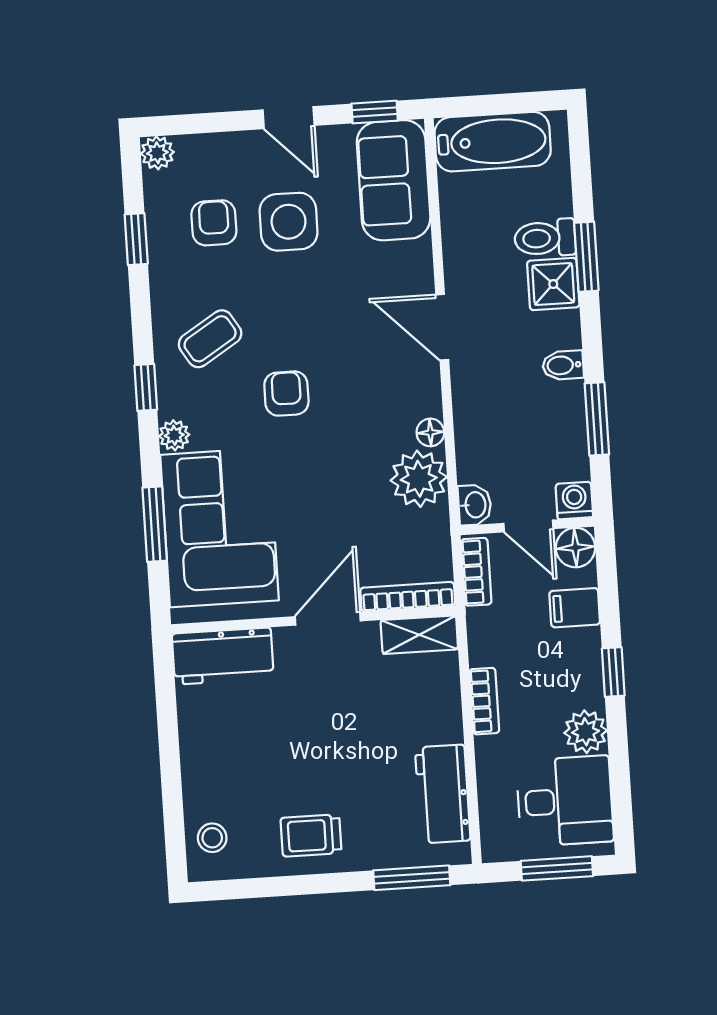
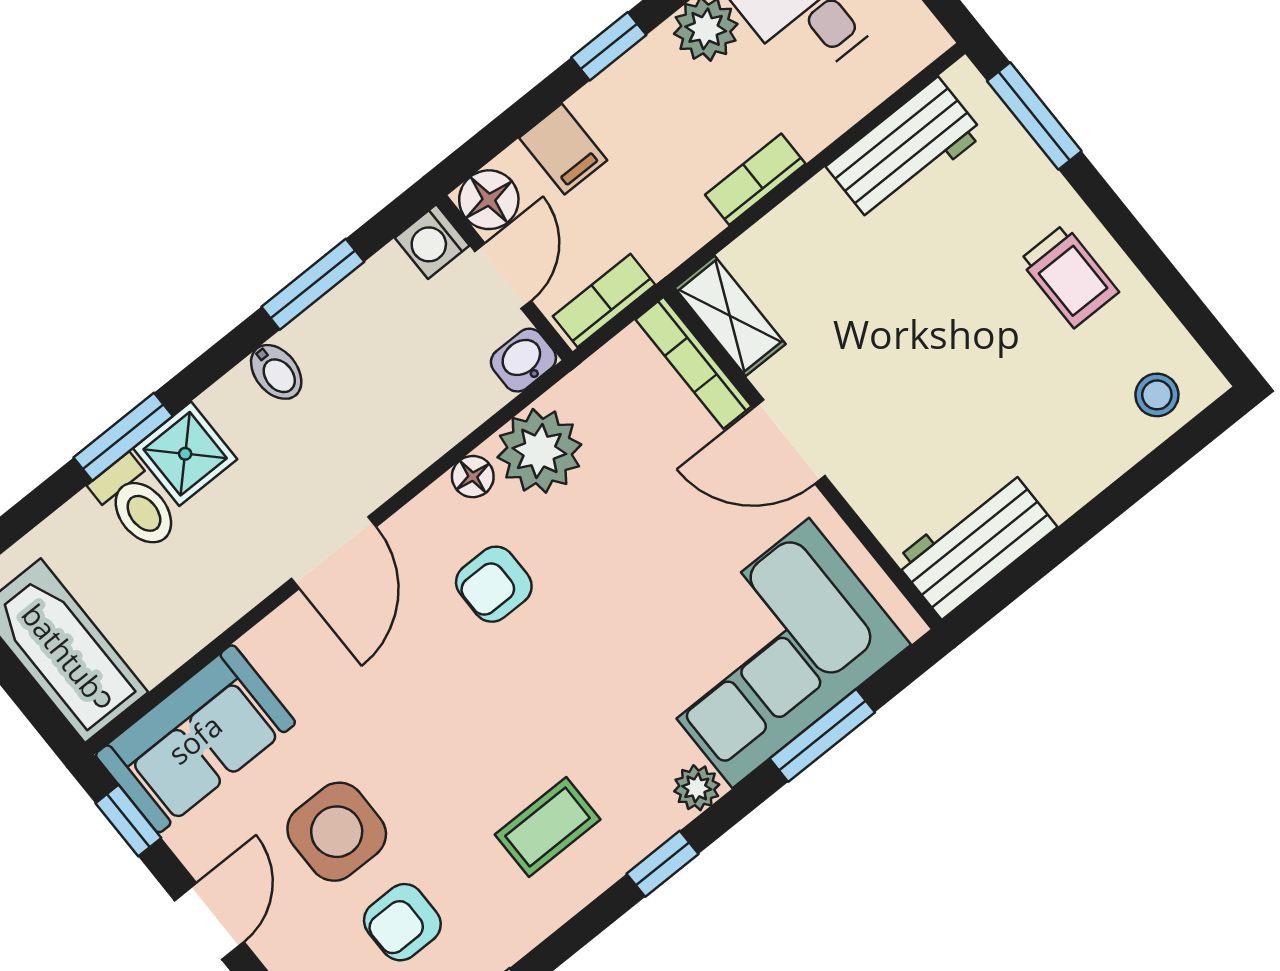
coffee table: (210, 339) -> (548, 827), turned -58
armchair: (286, 394) -> (494, 584), moved
workbench: (223, 656) -> (976, 544), moved, turned -90

